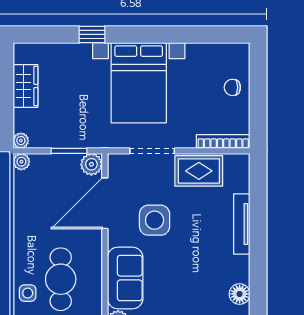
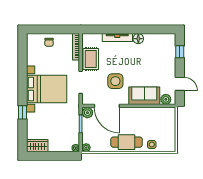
wardrobe: (25, 86) -> (37, 146), moved
cafe table: (61, 279) -> (127, 142), moved
floor lamp: (240, 294) -> (138, 39), moved

